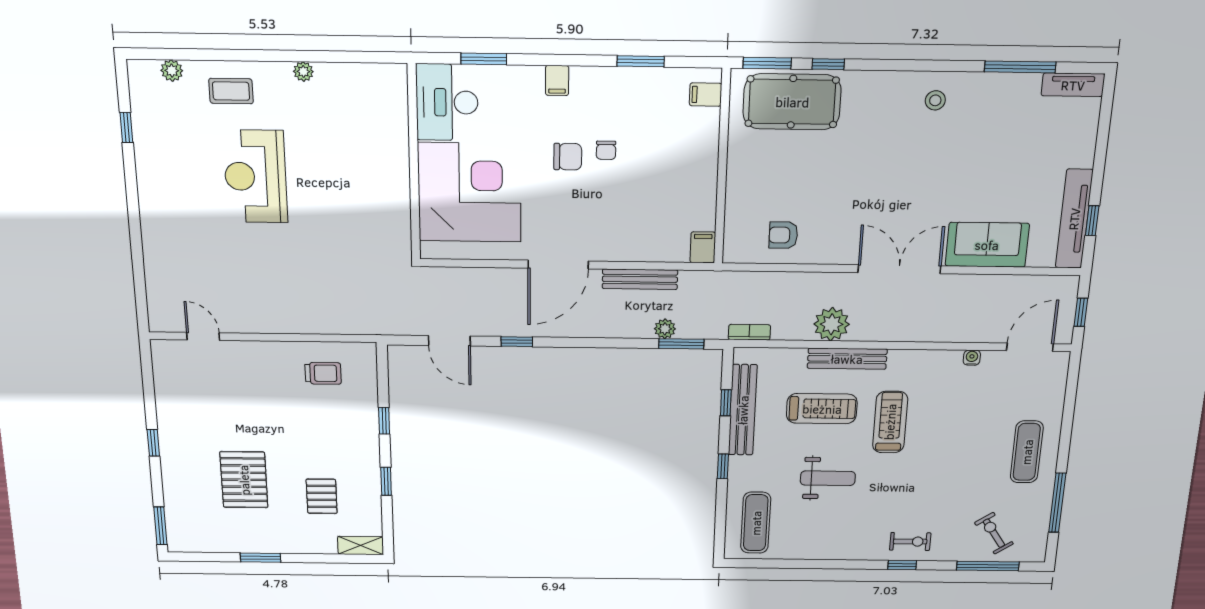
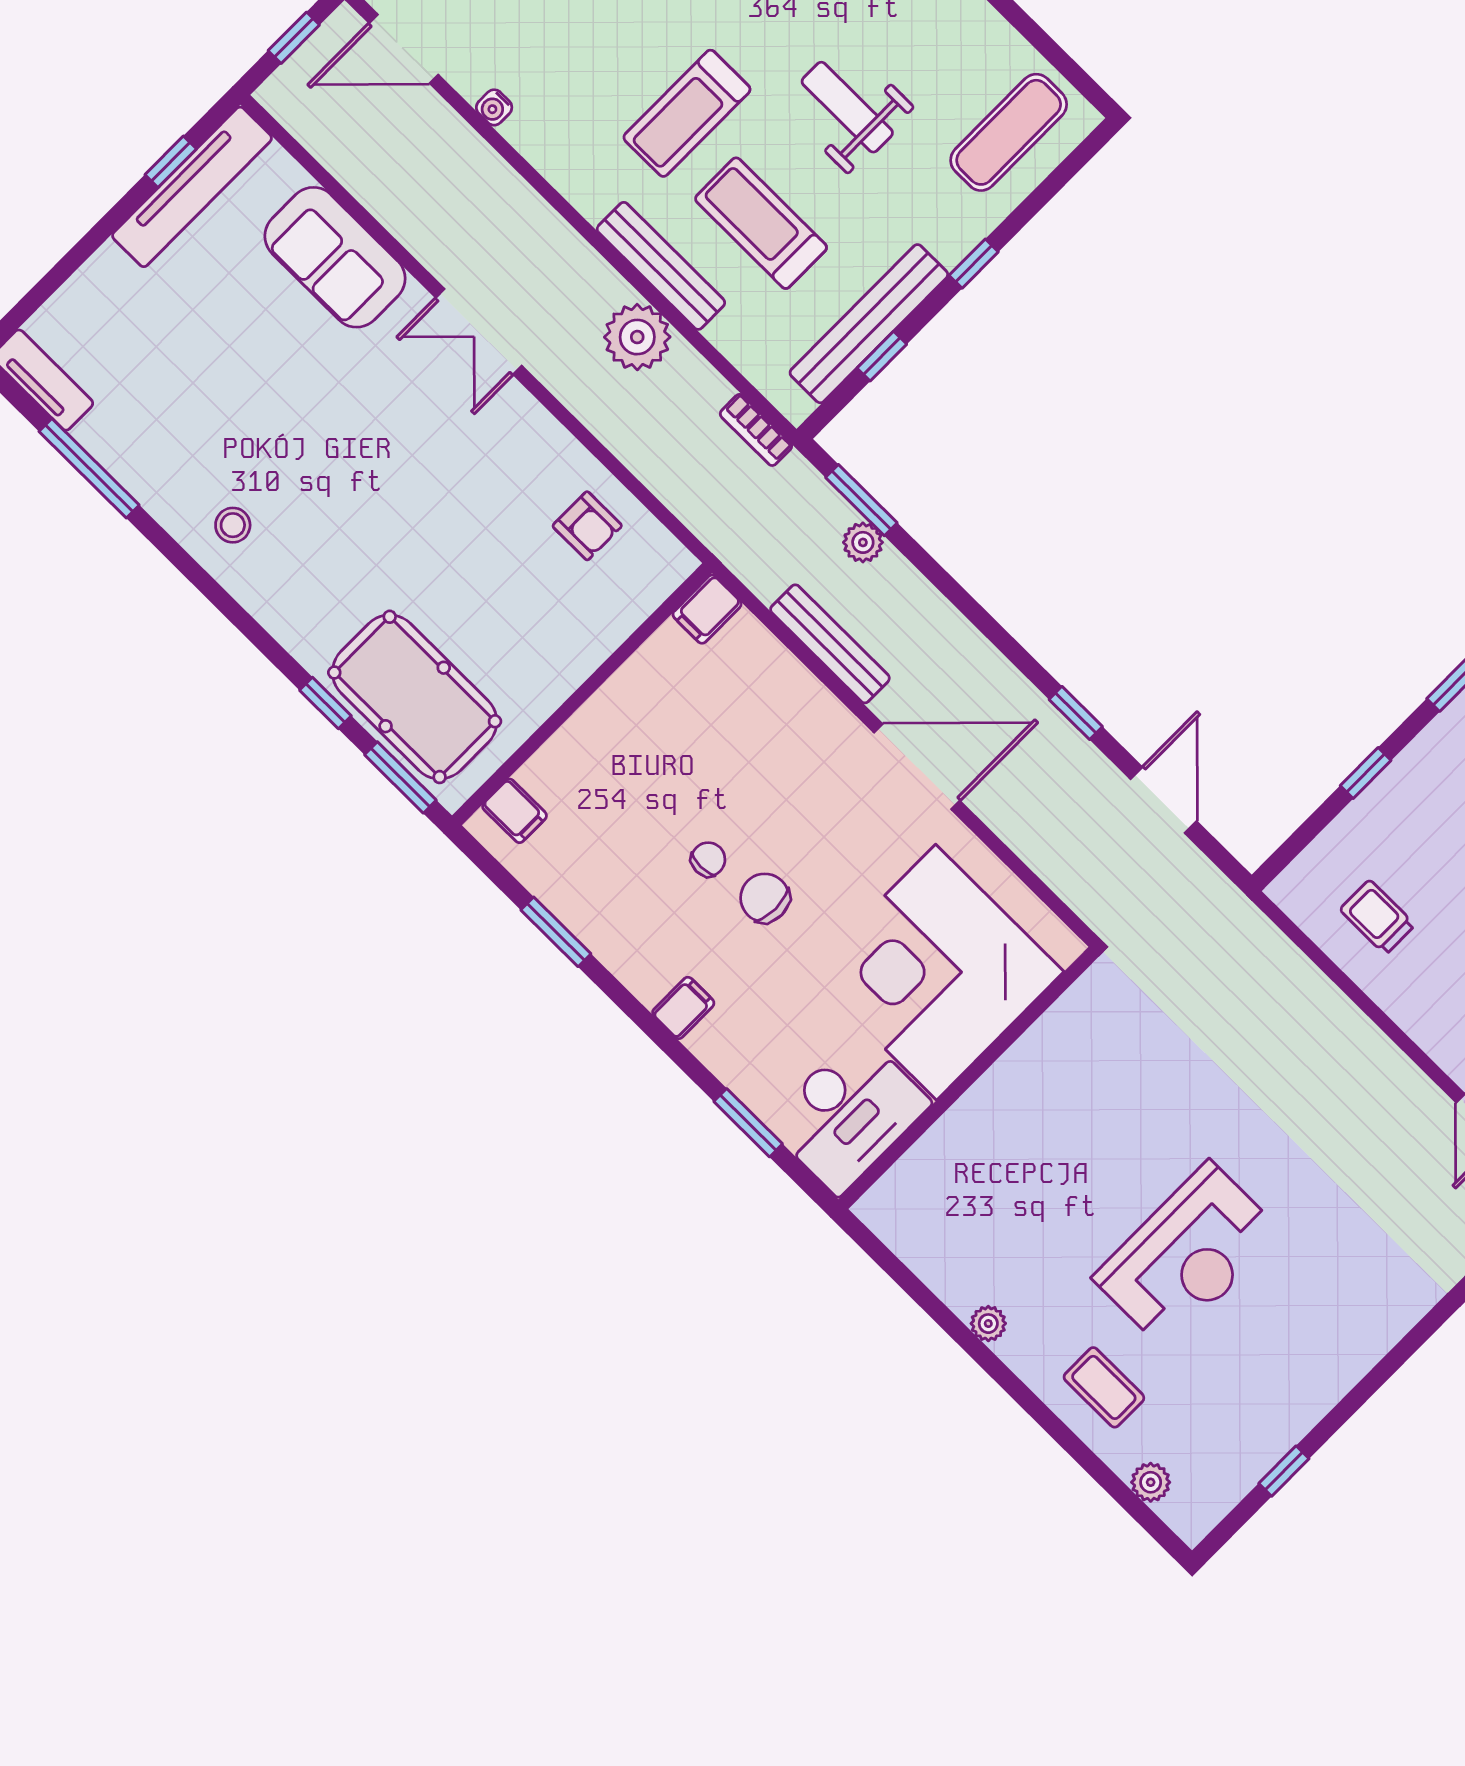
double door: (899, 269) -> (479, 332), width x0.73

